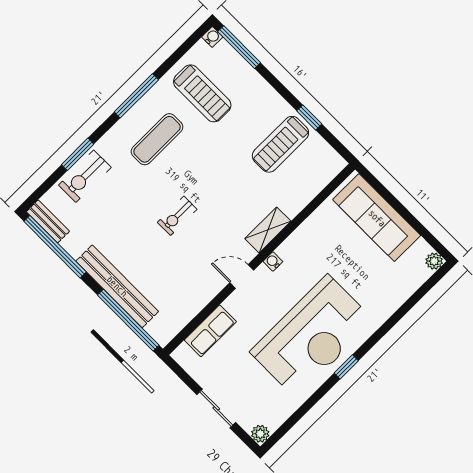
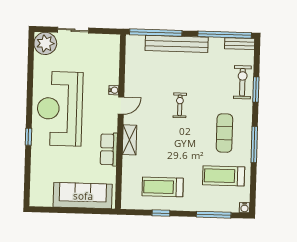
window: (239, 47) -> (214, 215), moved
treadmill: (280, 144) -> (163, 187), turned -90
water cooler: (273, 261) -> (114, 90), moved
plant: (434, 261) -> (35, 201), removed
row of seats: (210, 331) -> (109, 149), moved
window: (346, 367) -> (28, 137), moved
plant: (260, 434) -> (45, 43), width x1.87, depth x1.87

